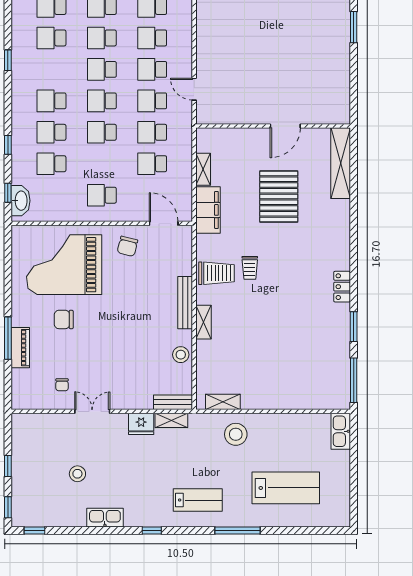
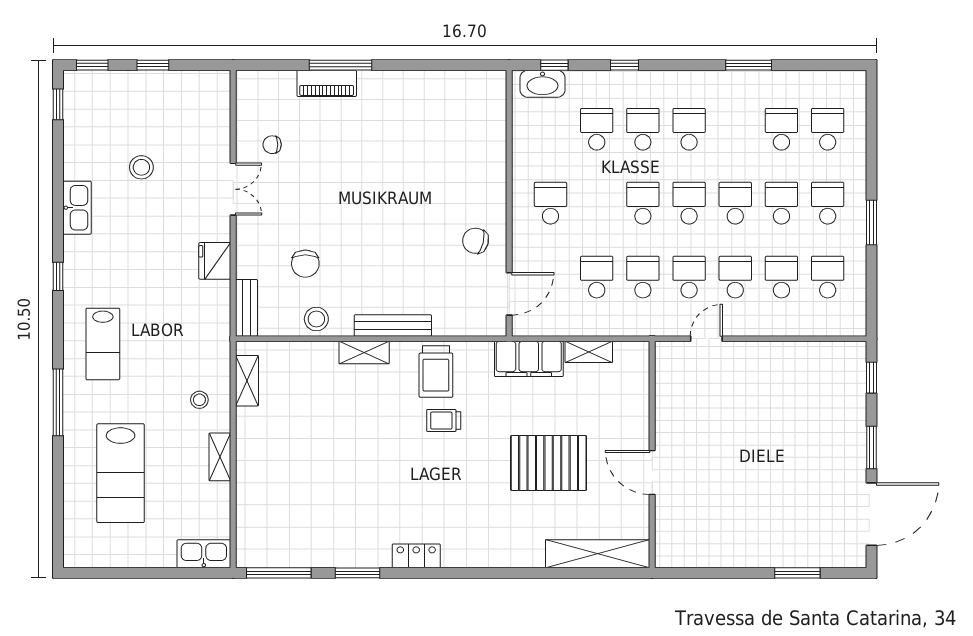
window: (8, 60) -> (749, 65), width x1.50
grand piano: (64, 265) -> (448, 148), removed
chair: (64, 319) -> (305, 264), moved, turned 180
shelving: (171, 420) -> (220, 457), moved
stool: (236, 434) -> (199, 400), width x0.53, depth x0.53

